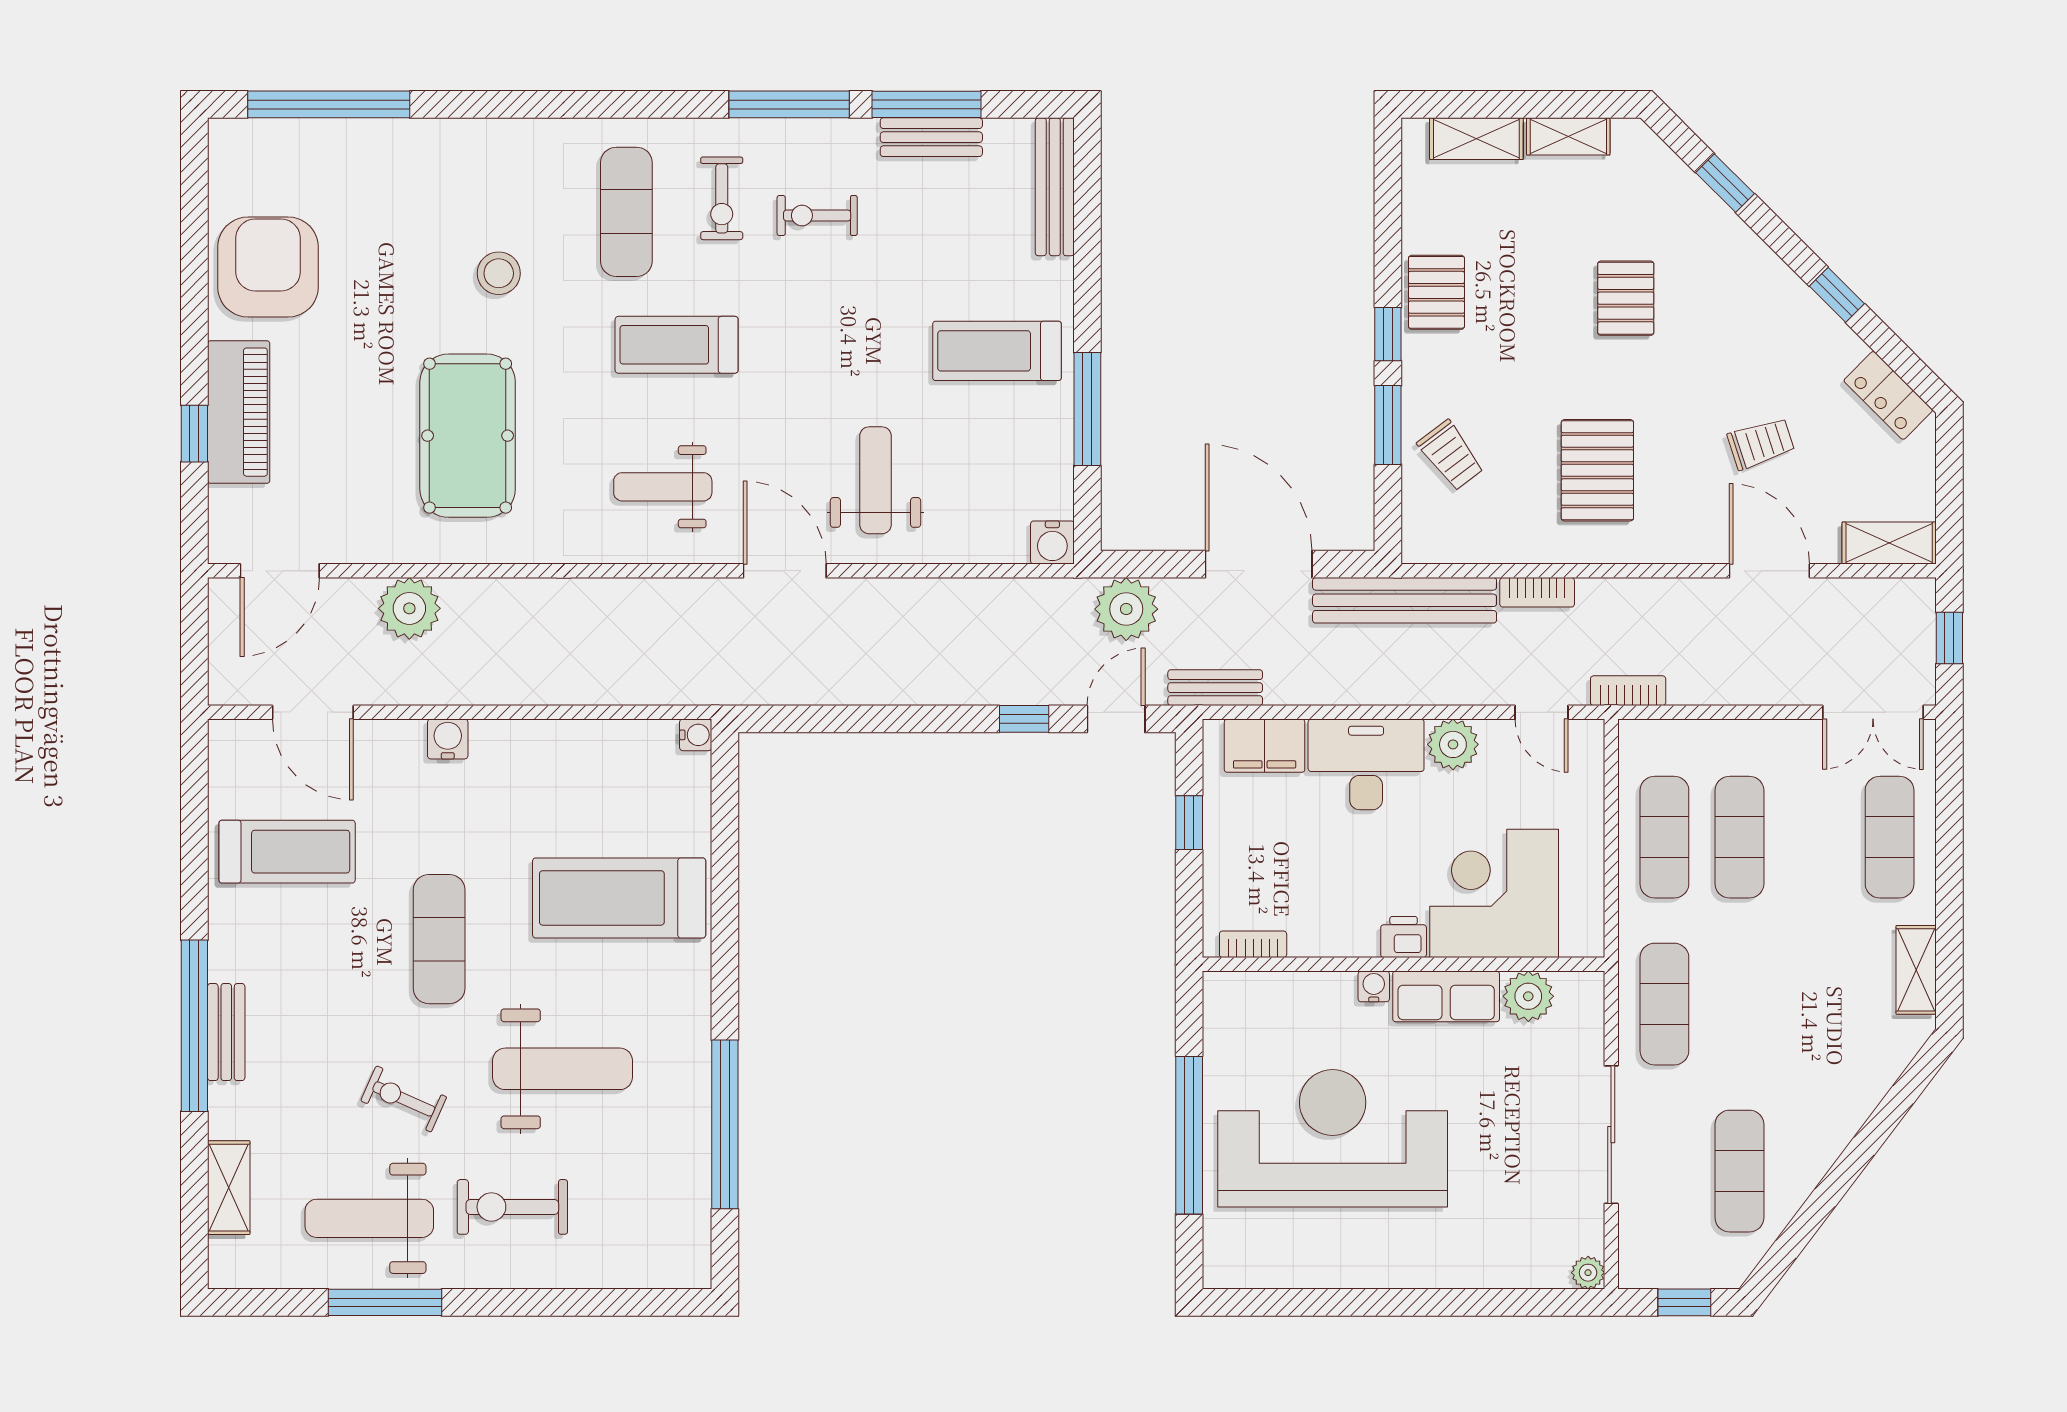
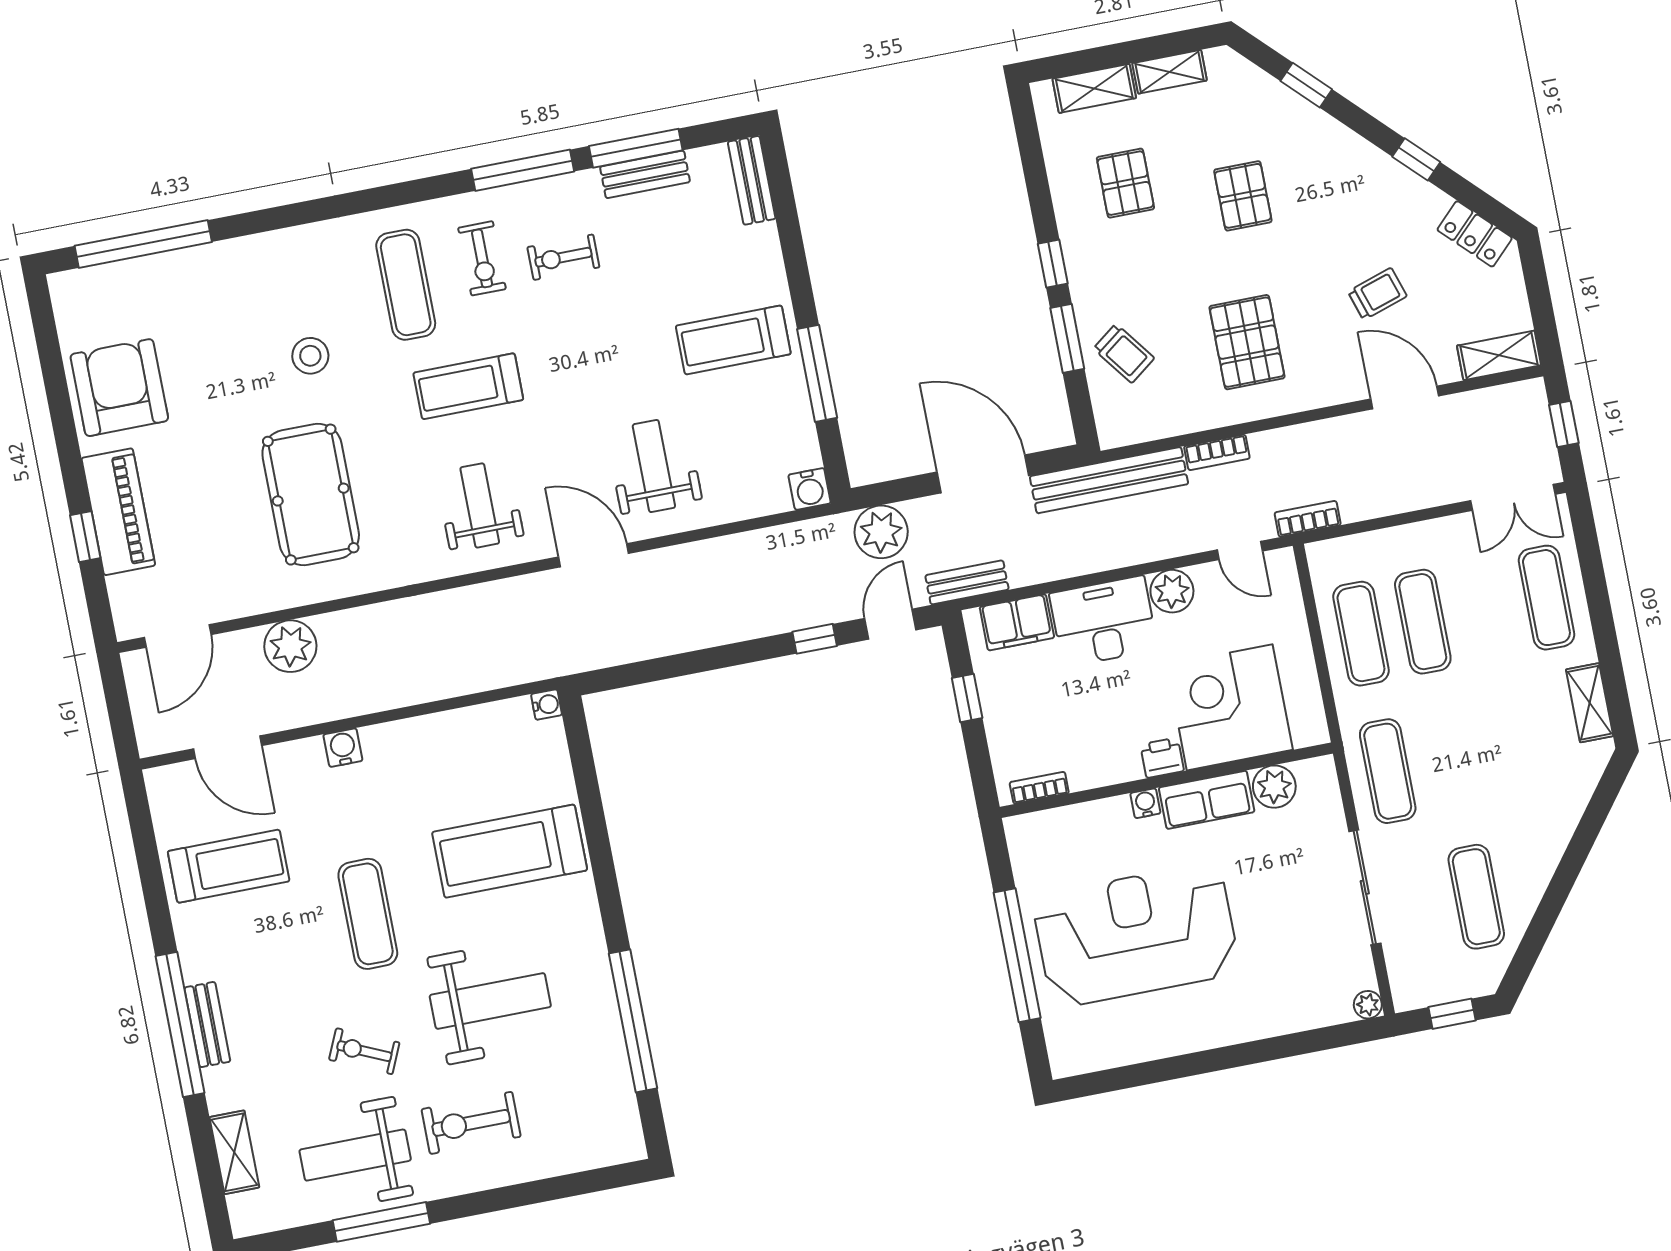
bench: (1055, 187) -> (752, 180), width x0.73
pallet: (1436, 292) -> (1125, 183), moved
weight bench: (663, 487) -> (480, 505), turned 90

